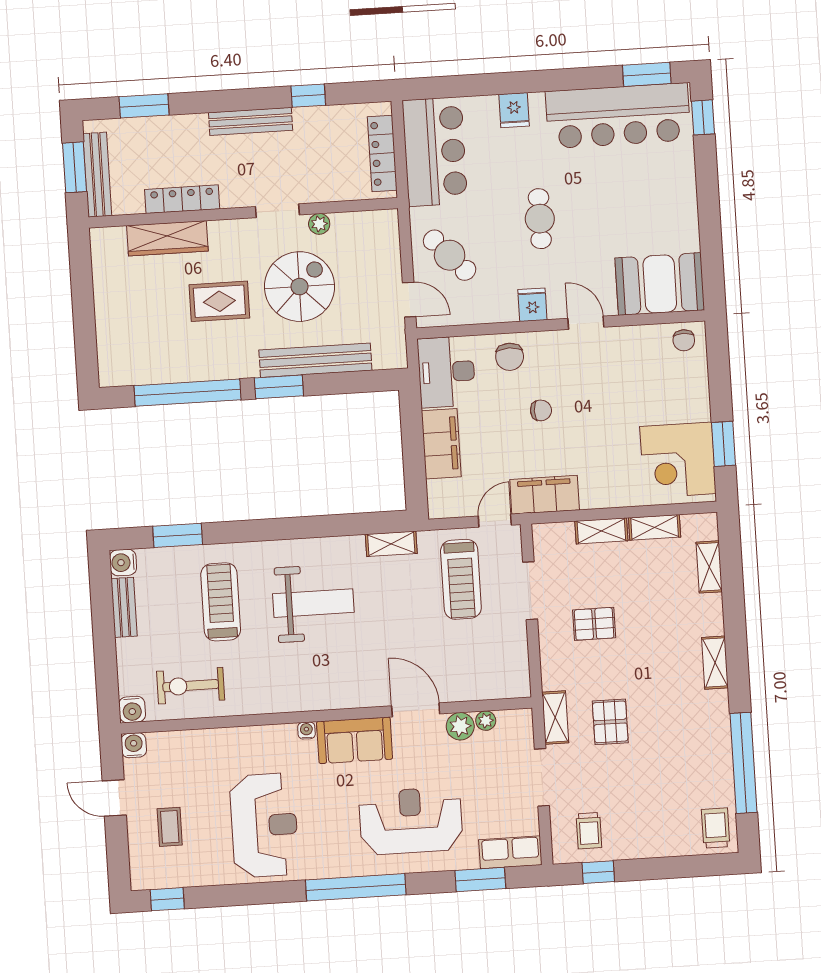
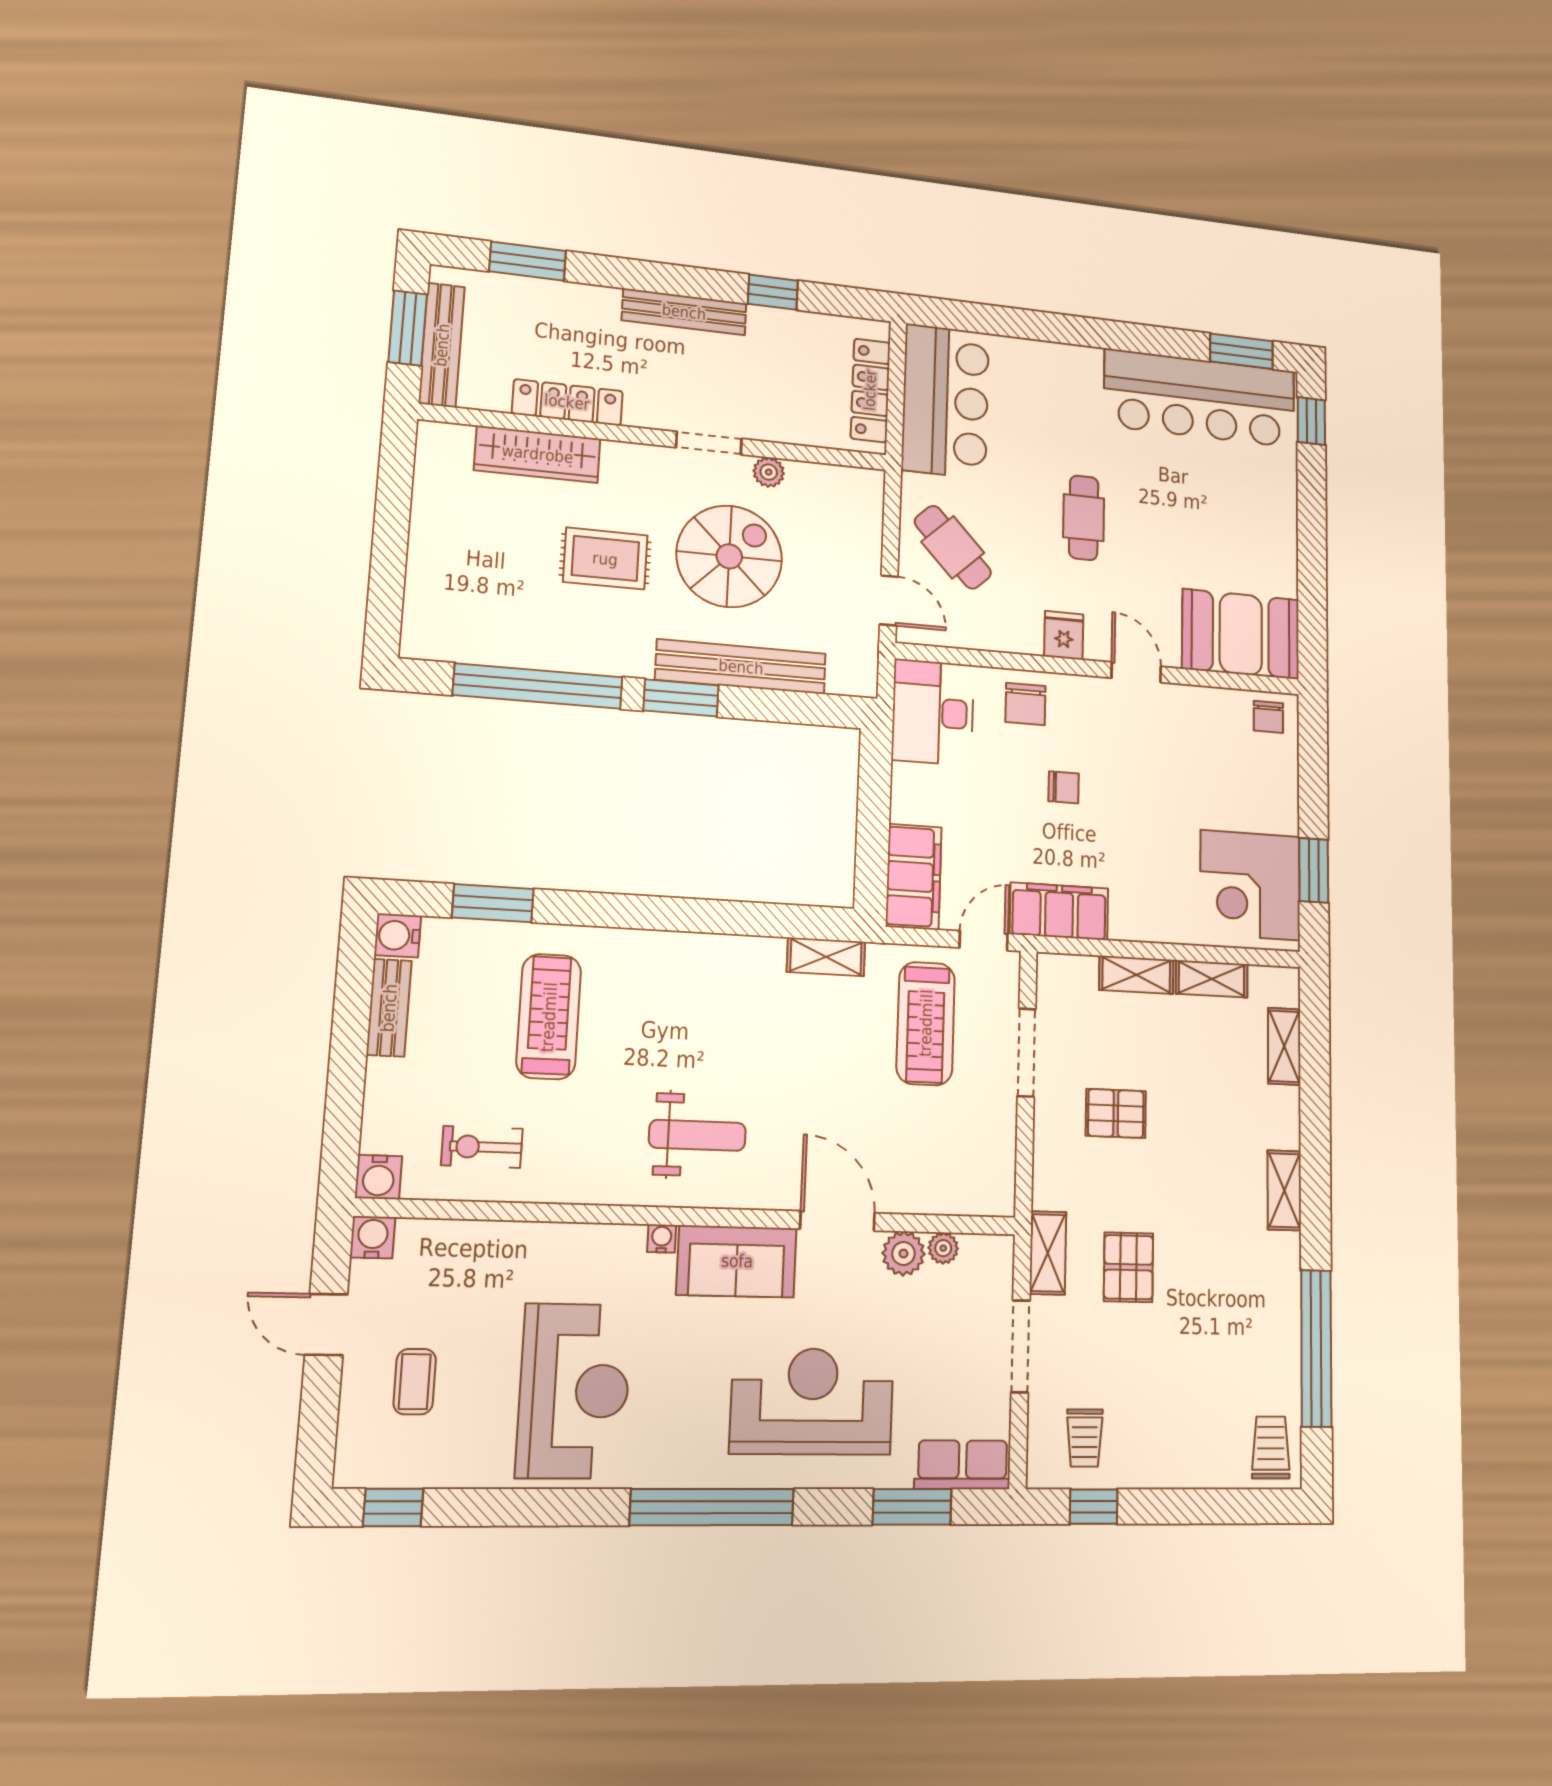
fridge: (514, 110) -> (1060, 365), removed
filing cabinet: (441, 444) -> (914, 877), moved
weight bench: (313, 603) -> (697, 1135), moved, width x0.73, depth x0.75
exercise bike: (191, 686) -> (482, 1147), width x0.73, depth x0.72

